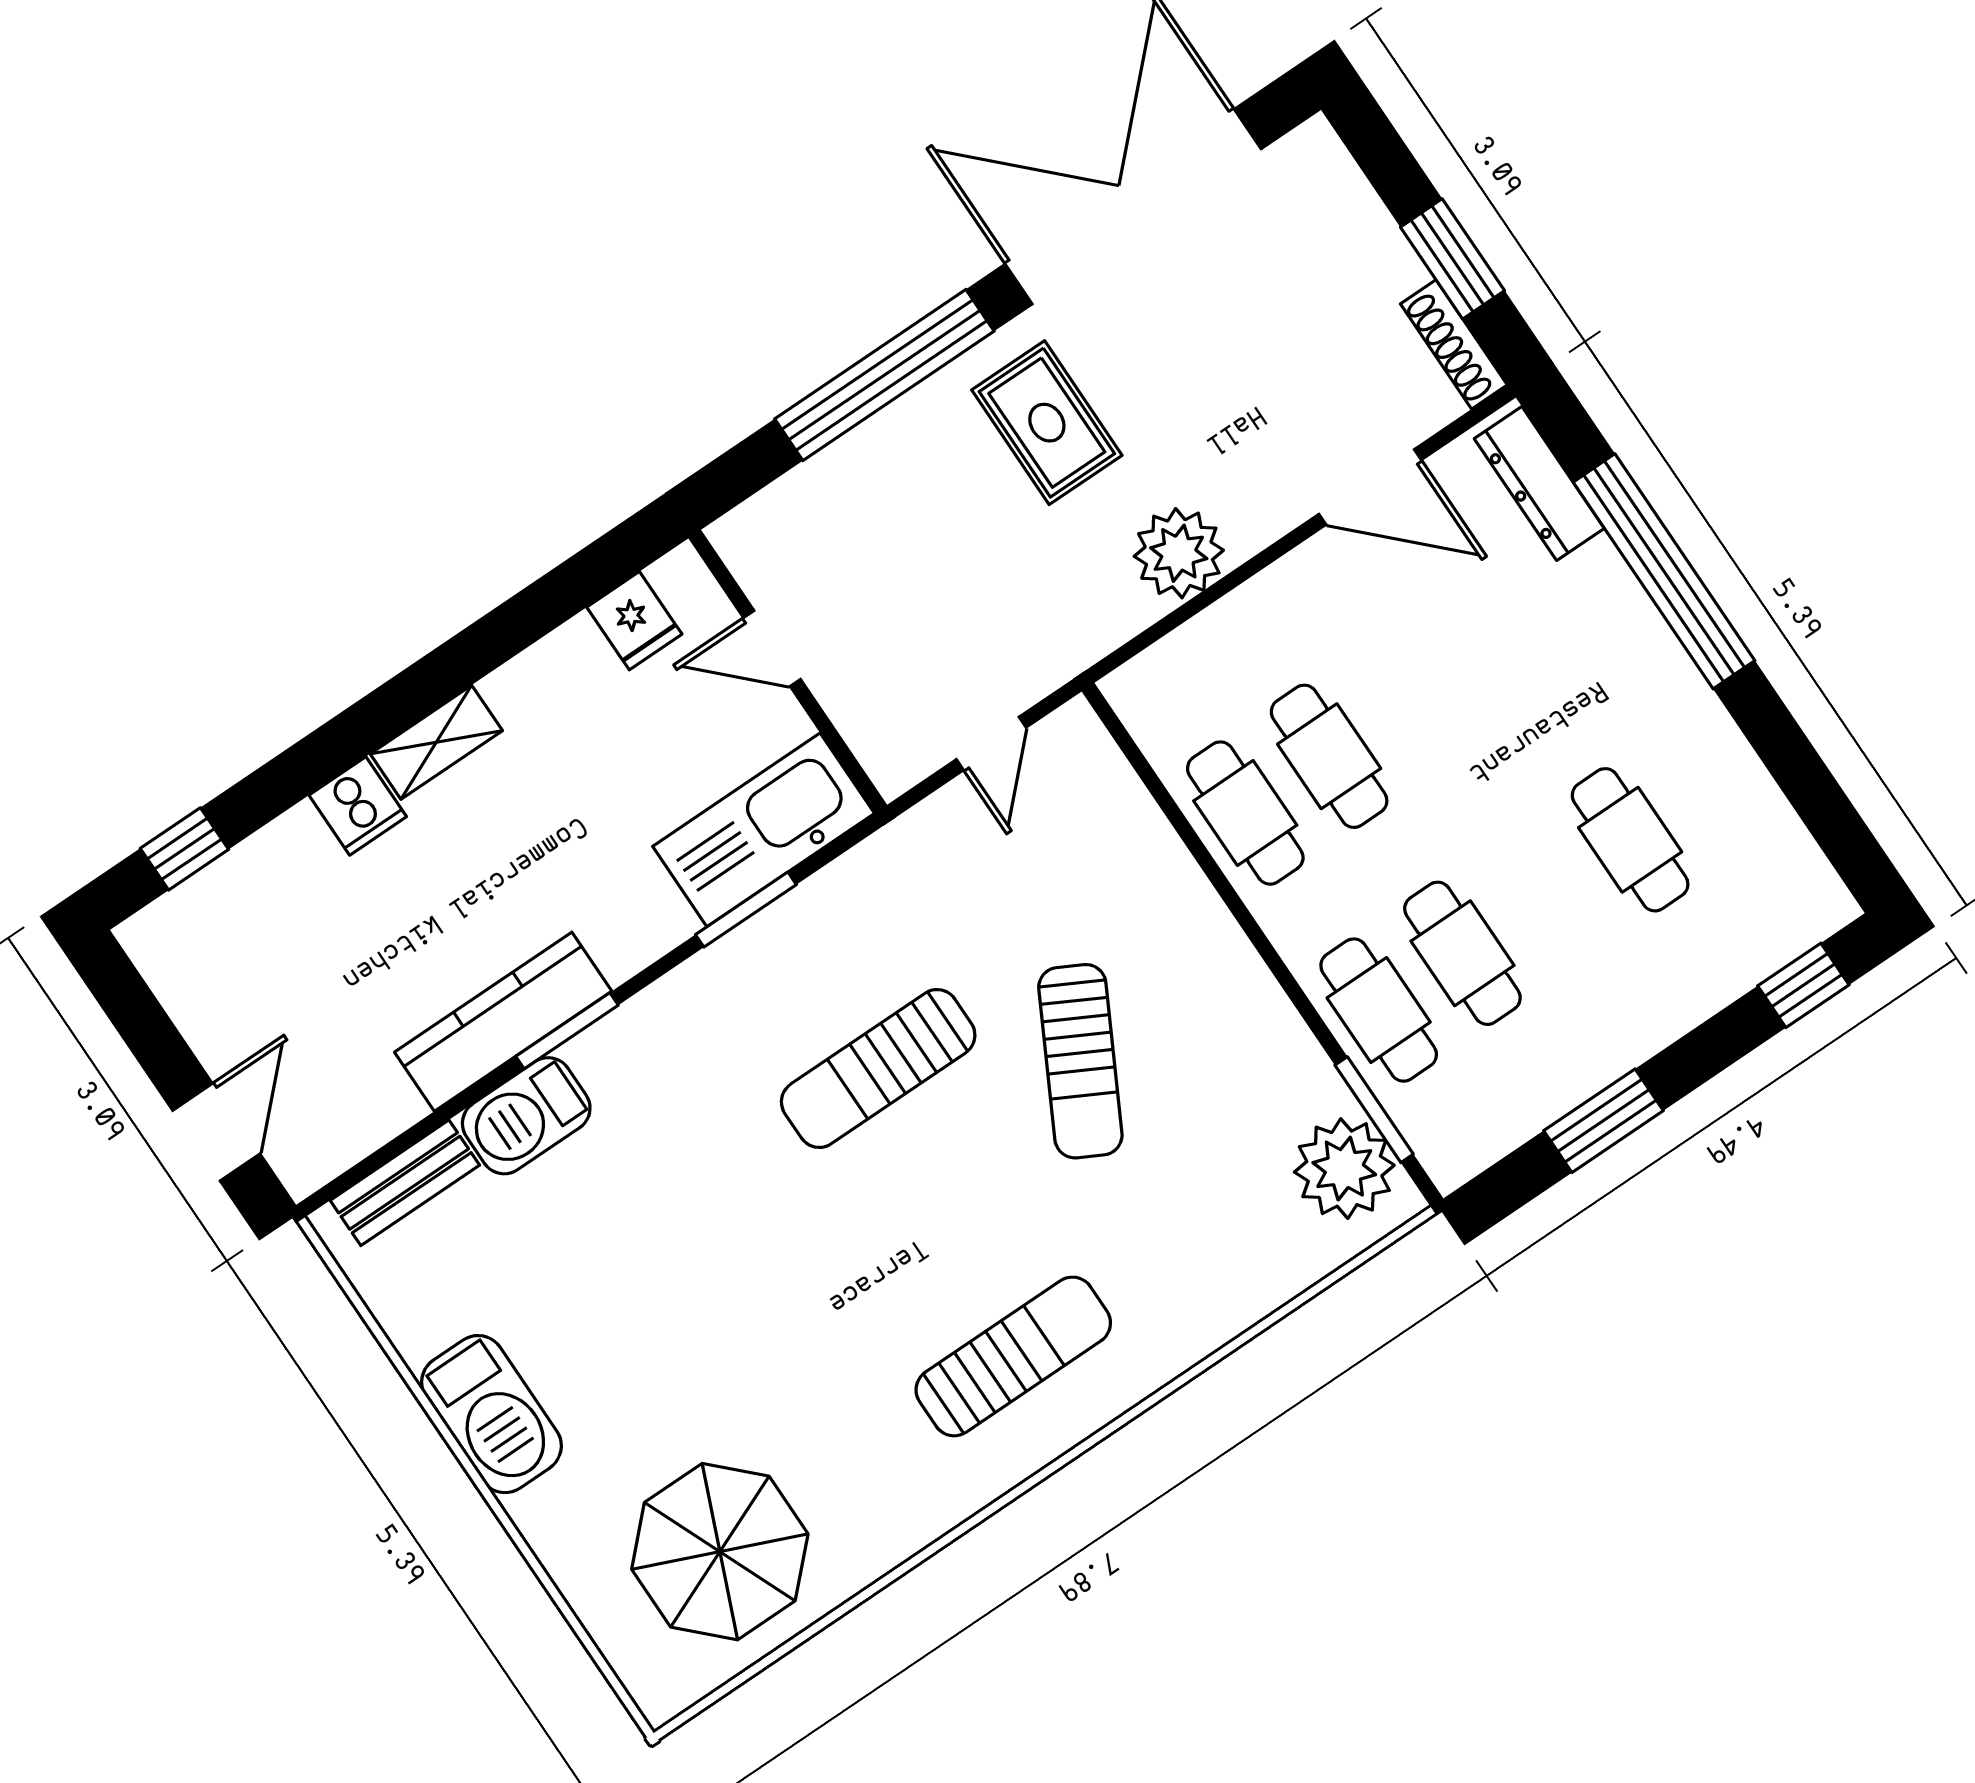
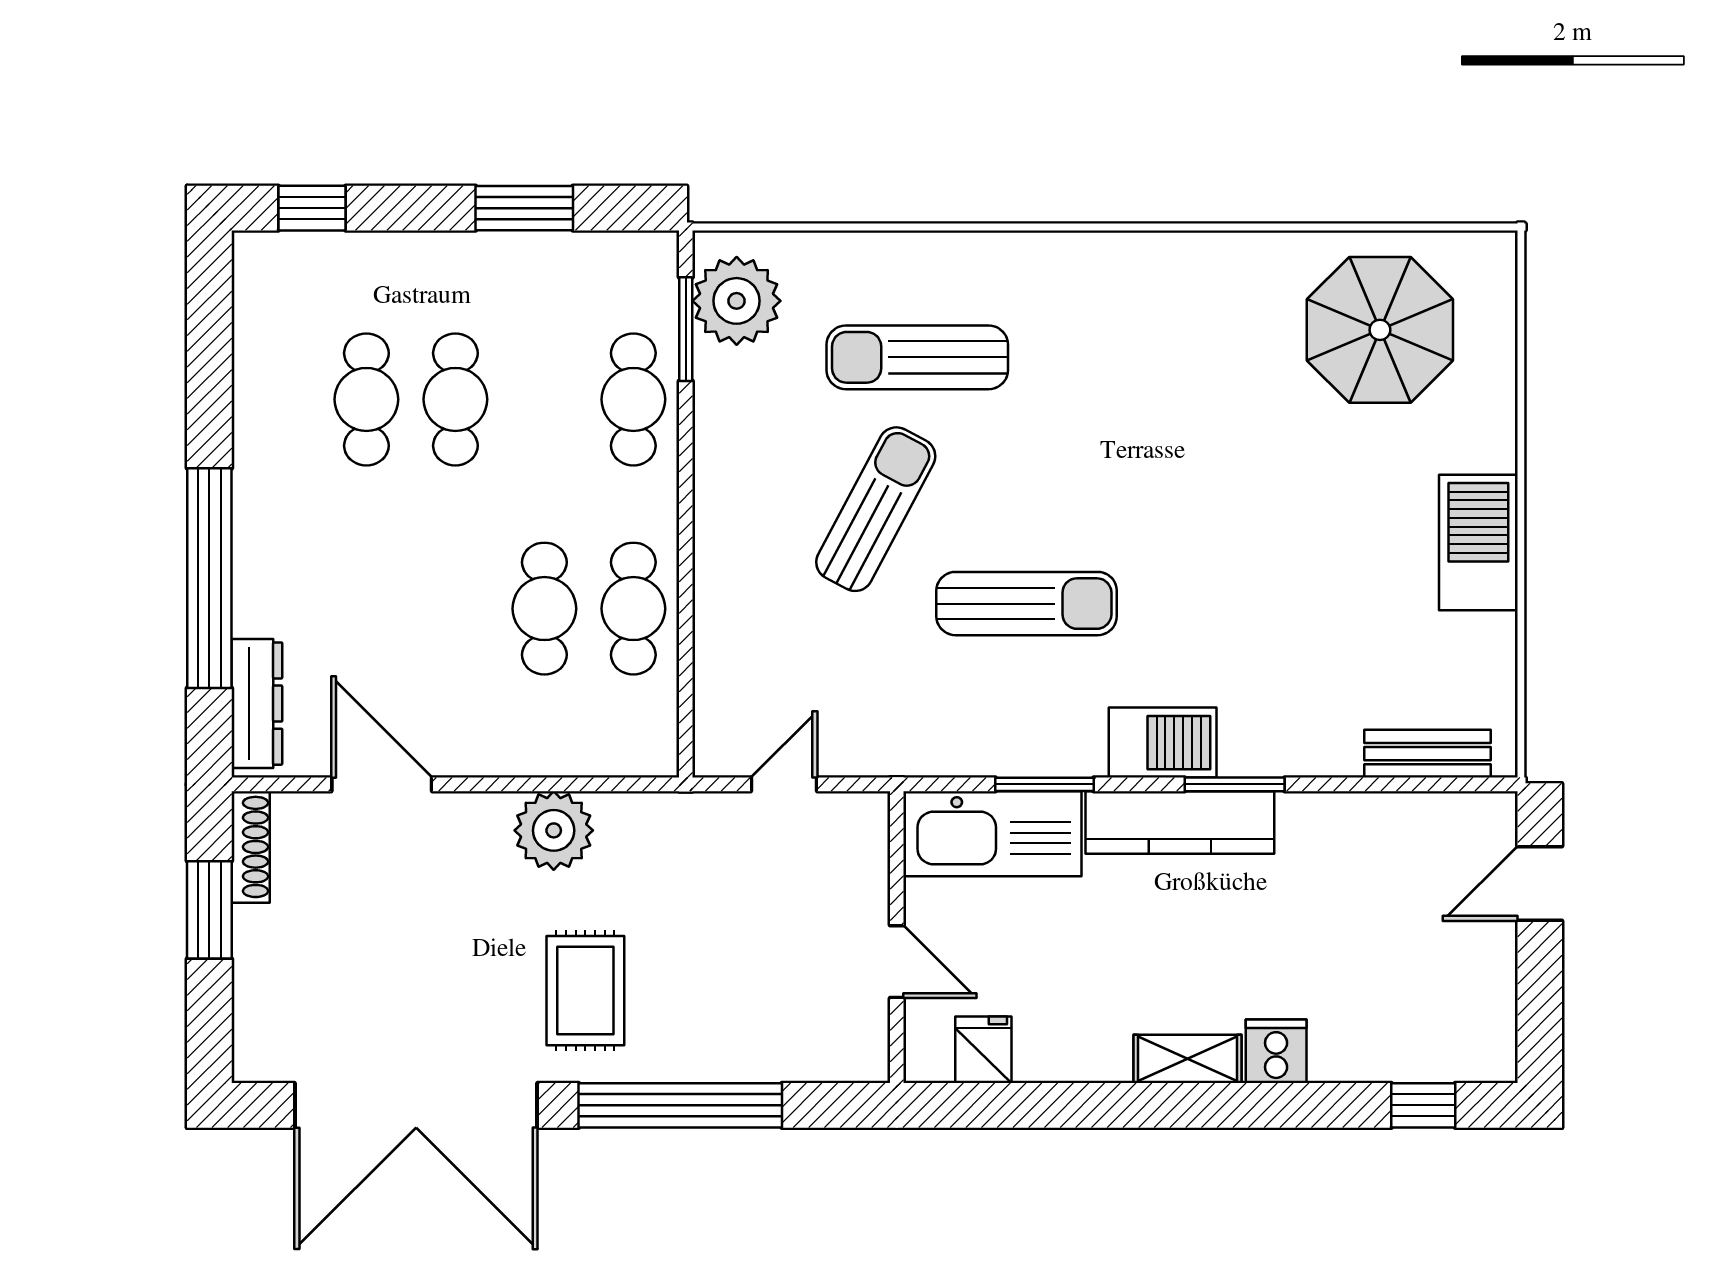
cafe table: (1462, 953) -> (455, 399), moved
kitchen counter: (503, 1022) -> (1180, 822), moved
barbecue: (526, 1116) -> (1163, 743), moved
sun lounger: (1013, 1356) -> (917, 357), moved

